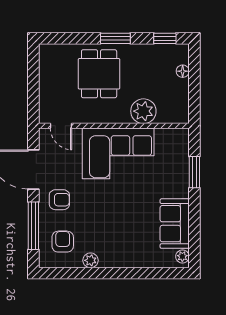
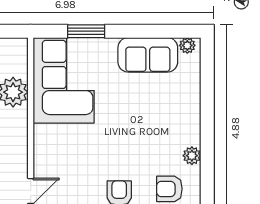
corner sofa: (118, 153) -> (64, 80), moved

